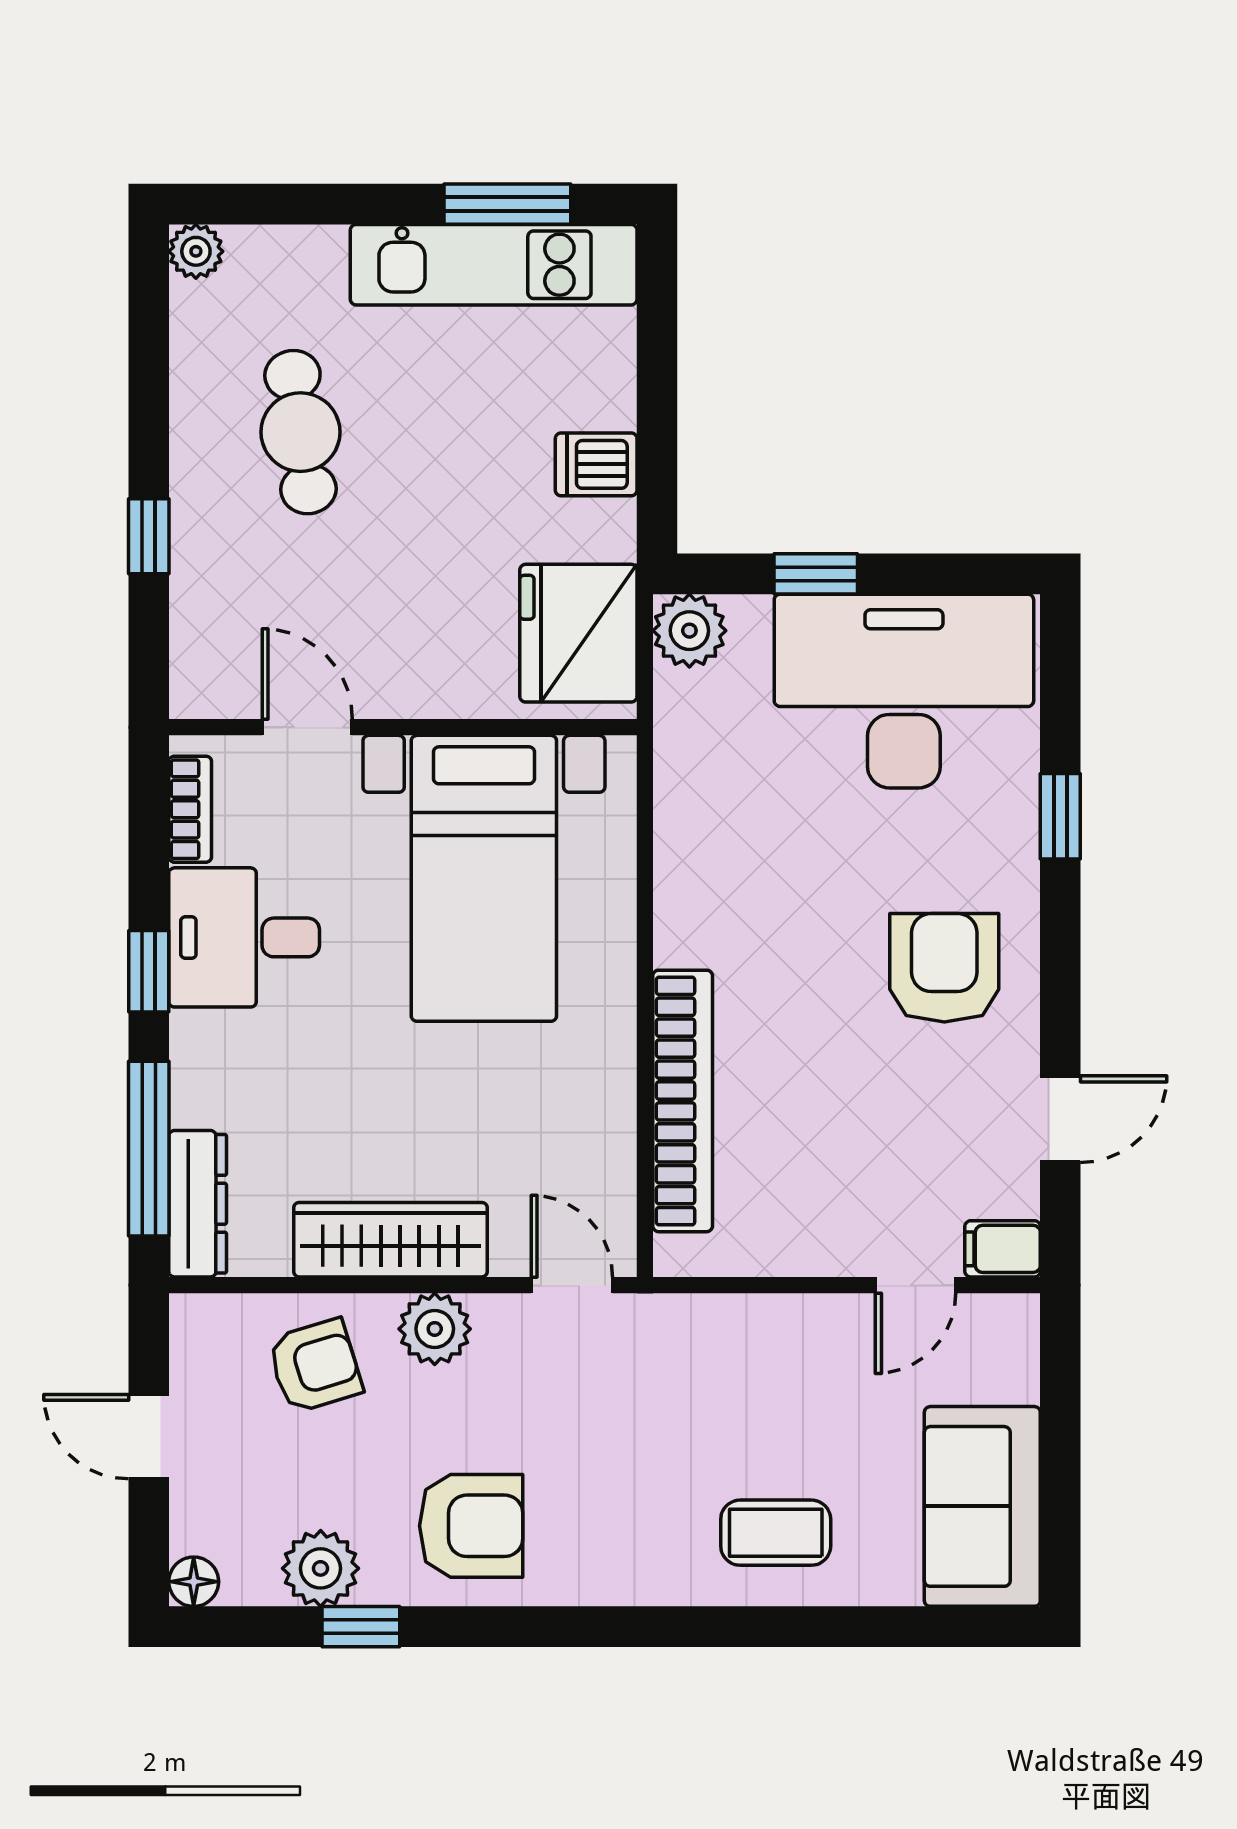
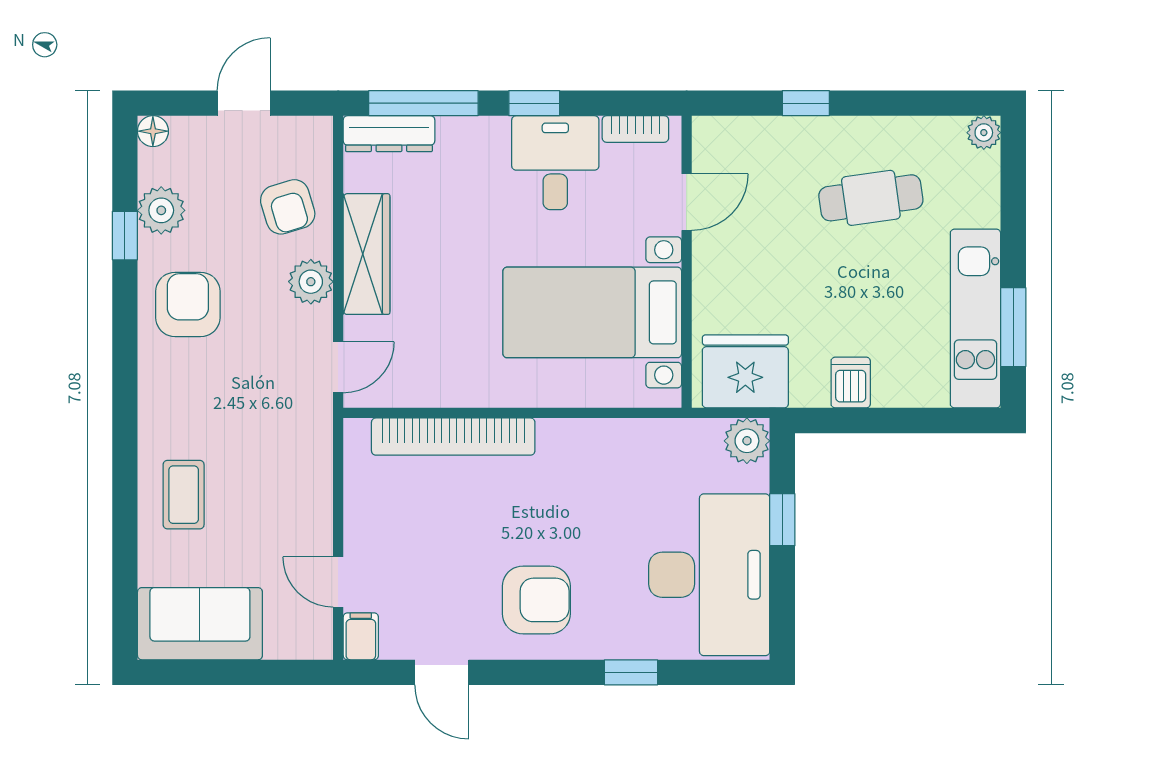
armchair: (471, 1526) -> (188, 304), turned 180

